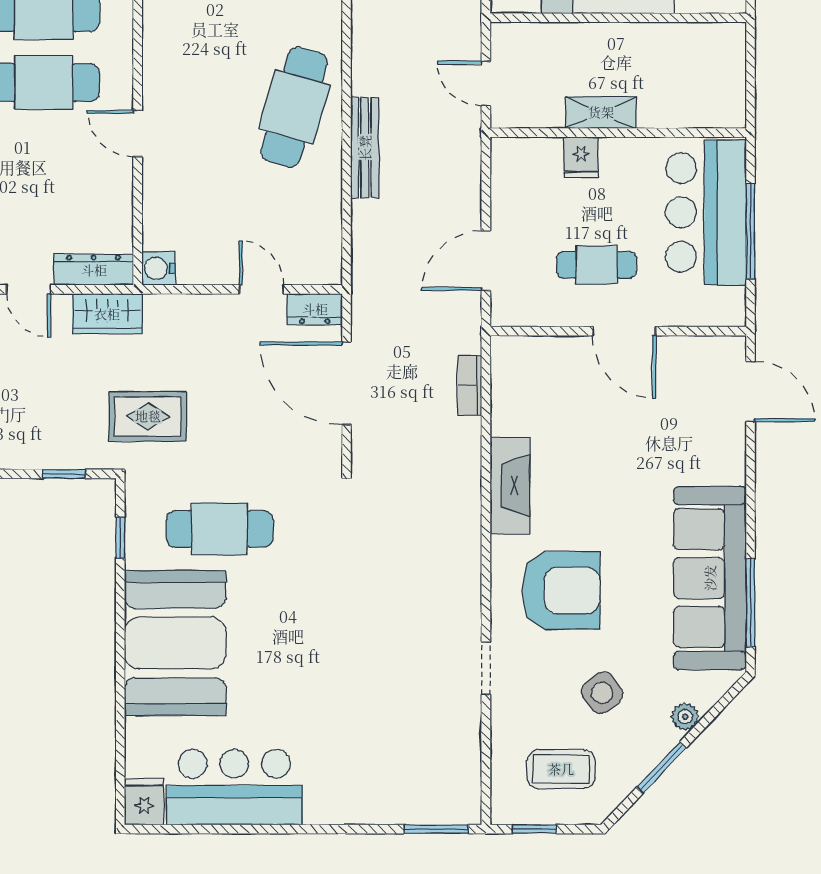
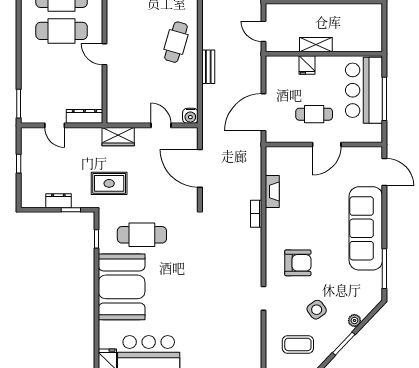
cafe table: (294, 107) -> (176, 42), width x0.73, depth x0.74
bench: (365, 148) -> (208, 67), width x0.73
door: (486, 261) -> (263, 112), width x1.36
water cooler: (159, 268) -> (190, 116), moved, turned -90
dresser: (315, 309) -> (58, 201), moved, turned 180
wardrobe: (107, 314) -> (118, 137), moved
door: (624, 331) -> (327, 144), hinge flipped
bookcase: (470, 386) -> (256, 214), moved
fireplace: (510, 485) -> (272, 191), moved, width x0.73, depth x0.76
sofa: (710, 578) -> (366, 228), moved
armchair: (561, 590) -> (298, 263), width x0.73, depth x0.73

